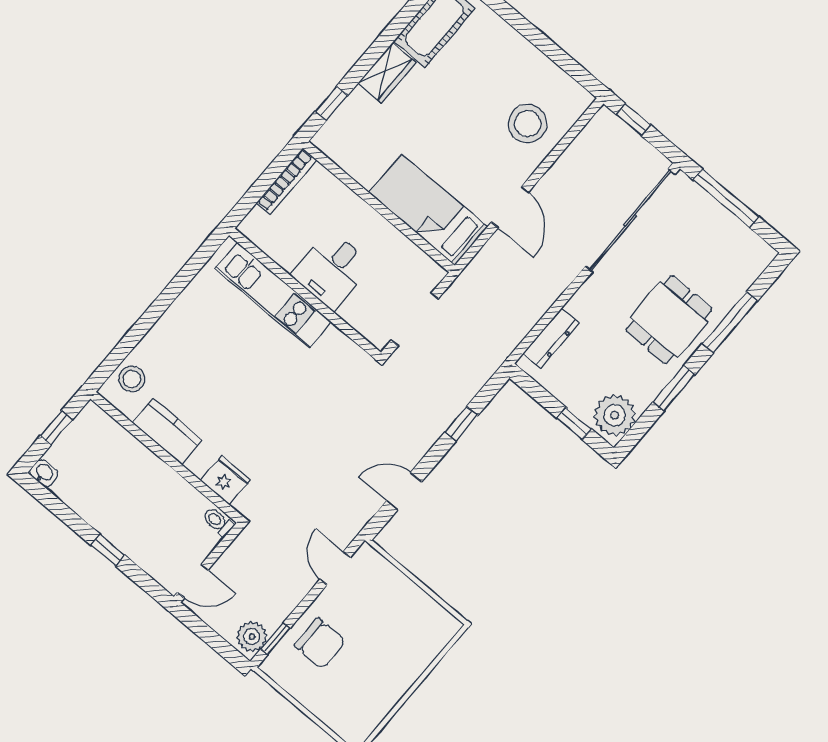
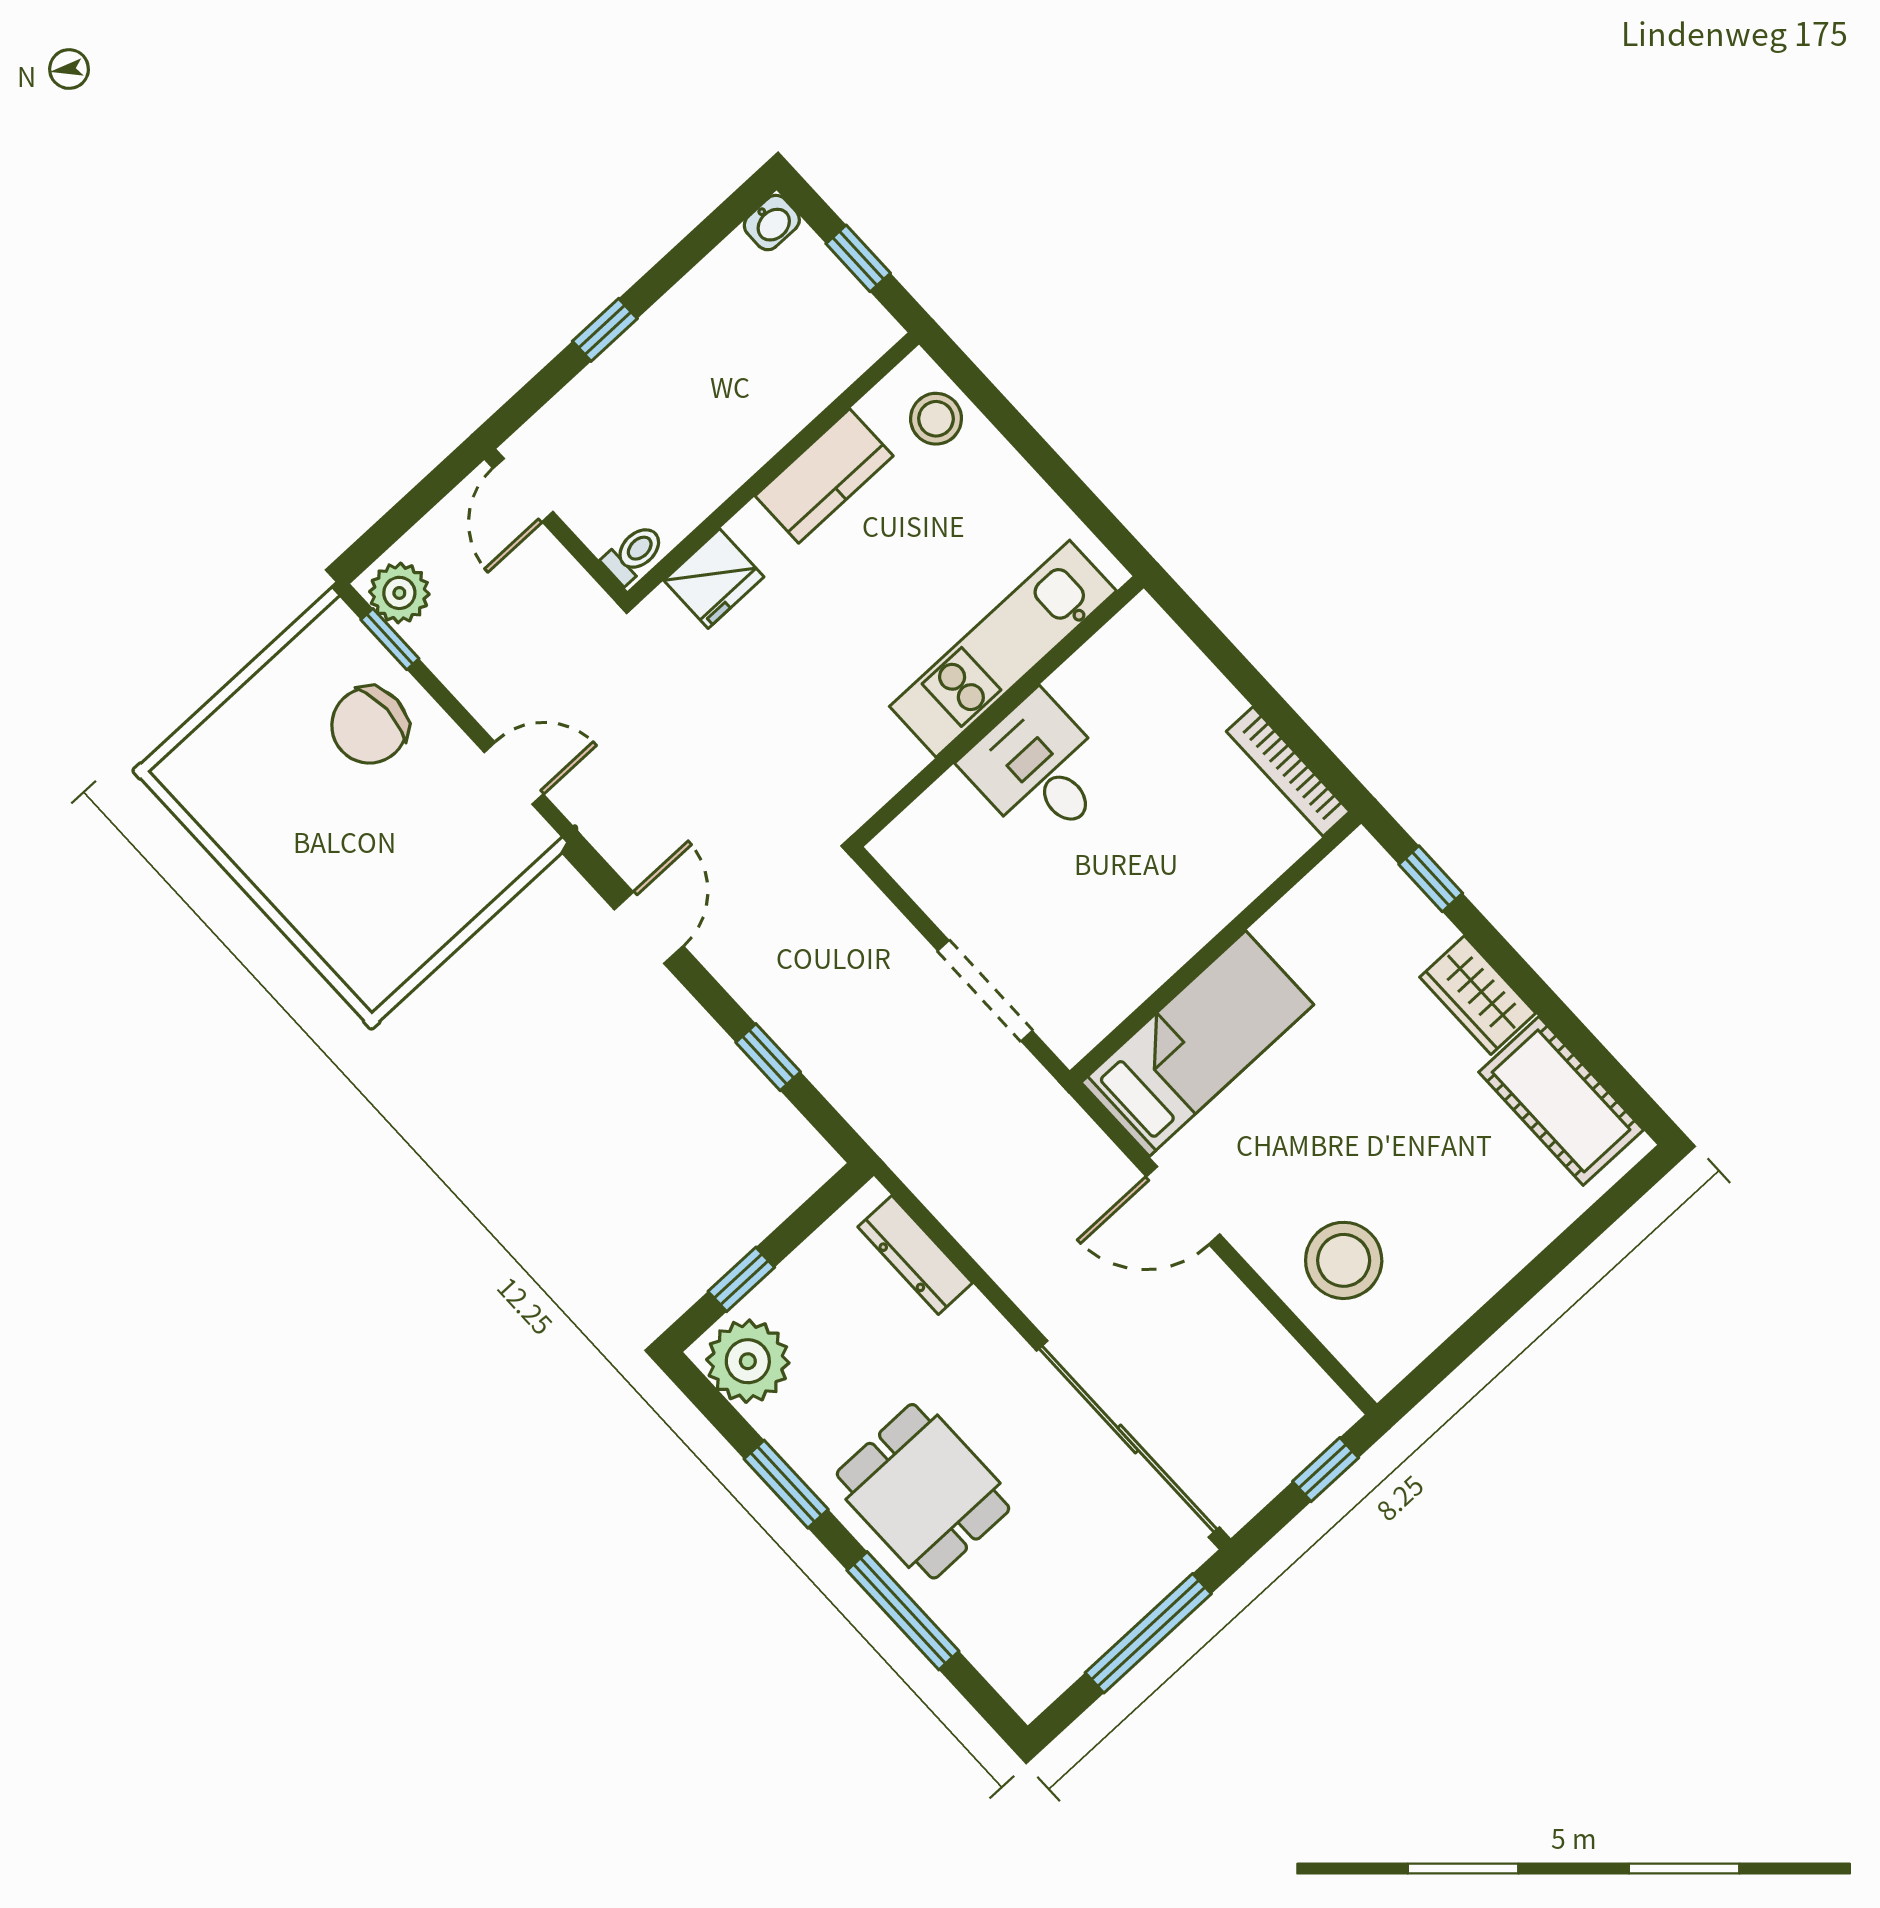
desk: (332, 270) -> (1039, 770), moved
wall: (305, 294) -> (998, 711), moved
kitchen unit: (273, 295) -> (1003, 649), moved

